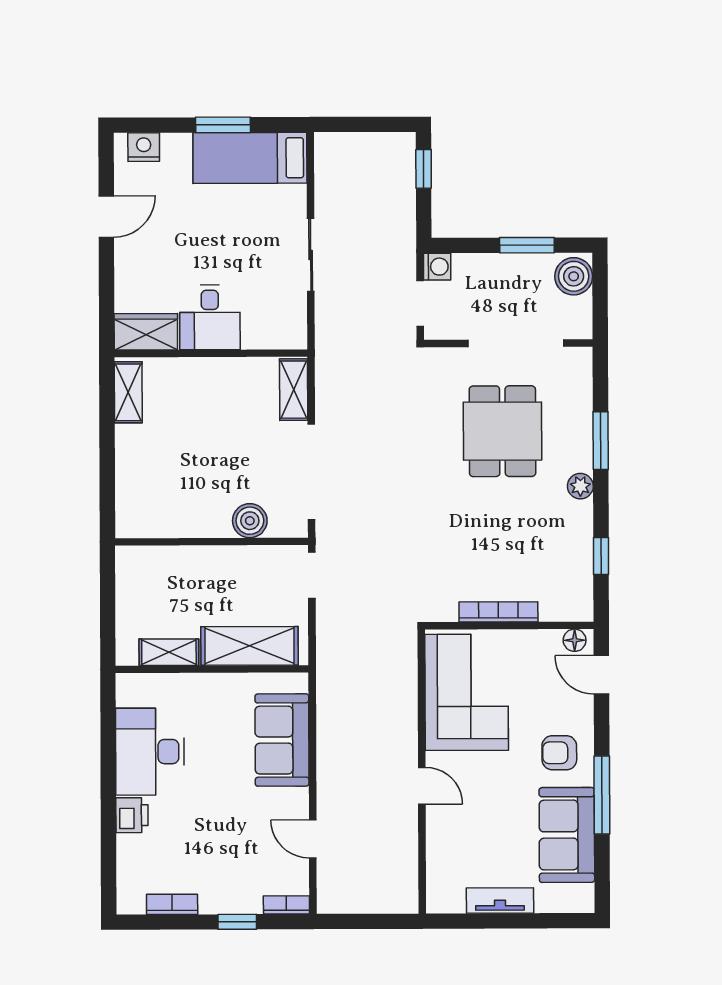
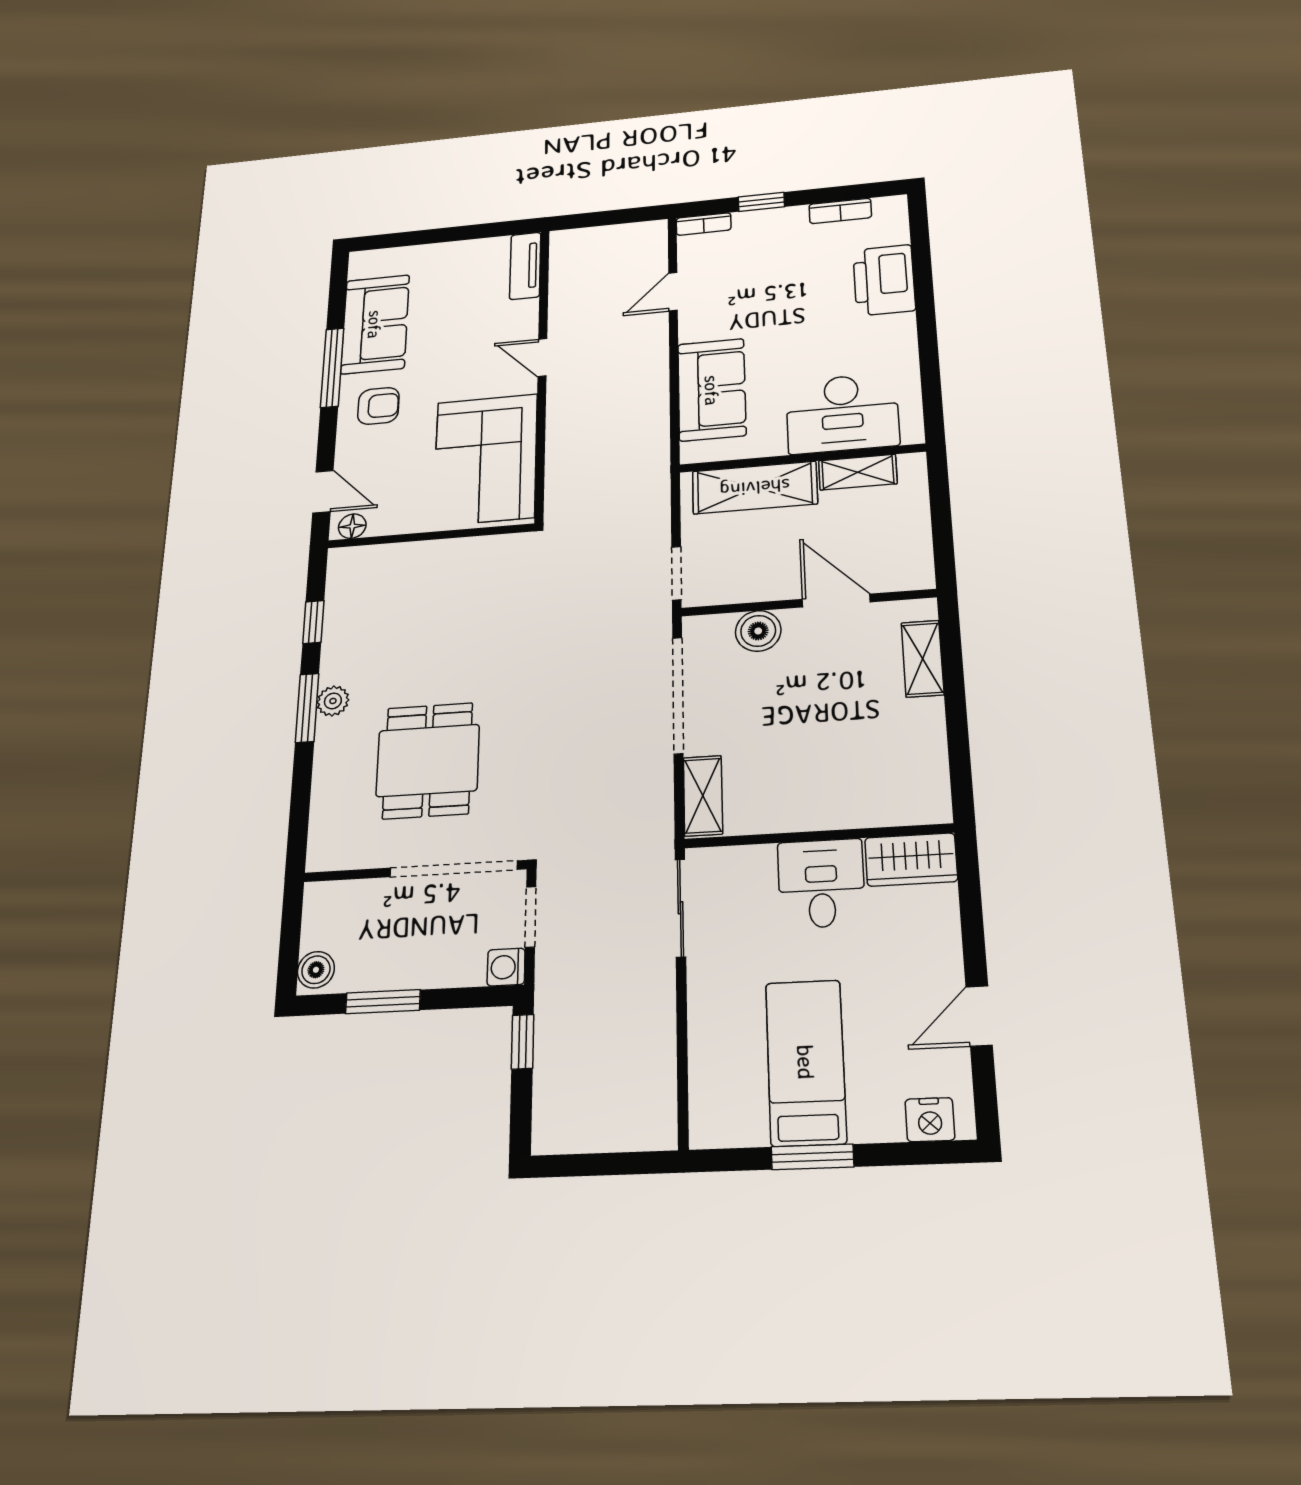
bed: (250, 158) -> (806, 1062), moved, turned -90
window: (424, 169) -> (522, 1042), moved
sliding door: (311, 255) -> (680, 908), moved
boiler: (574, 276) -> (316, 970), width x0.73, depth x0.73
doorway: (516, 343) -> (453, 869), moved
shelving: (128, 392) -> (923, 659), moved
window: (601, 441) -> (307, 708), moved
door: (190, 542) -> (836, 601), added
bookcase: (498, 612) -> (443, 550), removed
desk: (150, 752) -> (842, 413), moved, turned 90
printer: (132, 815) -> (884, 280), width x1.87, depth x1.48
door: (313, 839) -> (673, 292), swing flipped
tv unit: (500, 901) -> (525, 266), moved, turned 90

